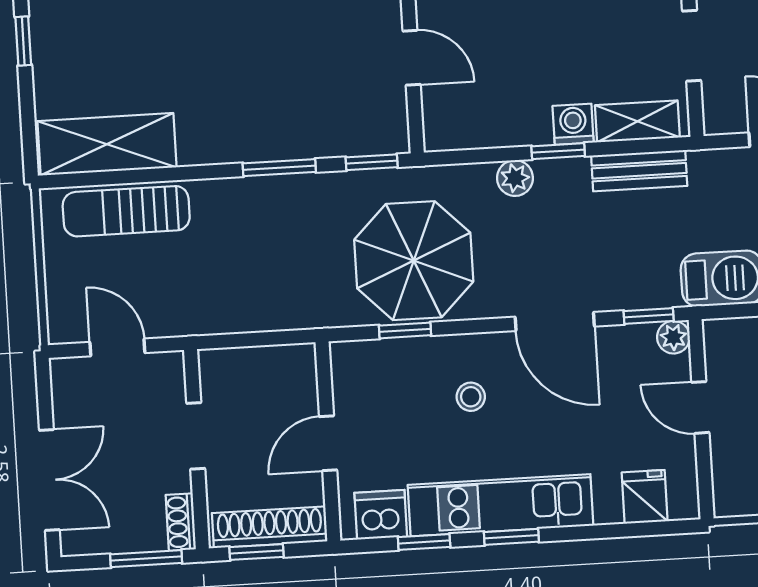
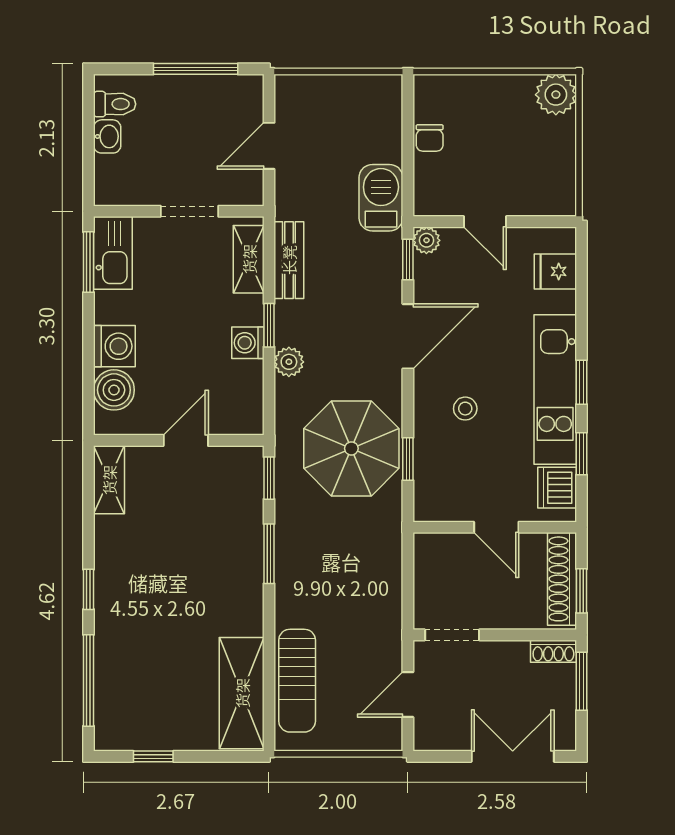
washing machine: (573, 124) -> (248, 343), moved
door: (700, 407) -> (485, 222), hinge flipped
doorway: (196, 436) -> (452, 635), moved

